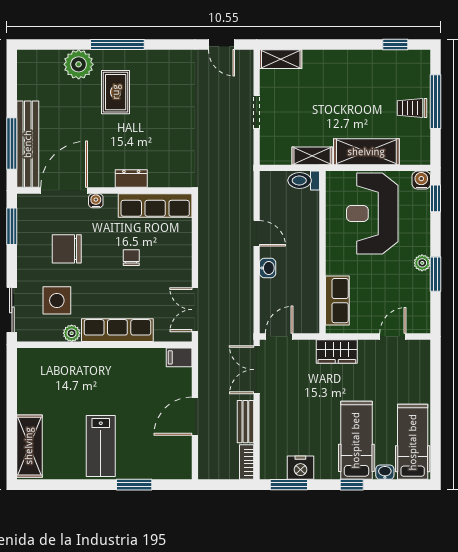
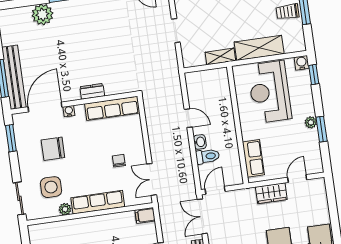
rug: (116, 92) -> (72, 31), removed
toilet: (304, 180) -> (208, 156), moved, turned 180
chair: (131, 258) -> (119, 161), moved
wardrobe: (337, 351) -> (271, 193), moved

